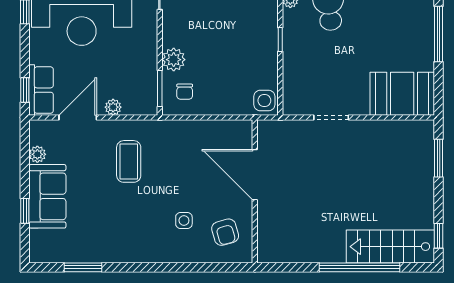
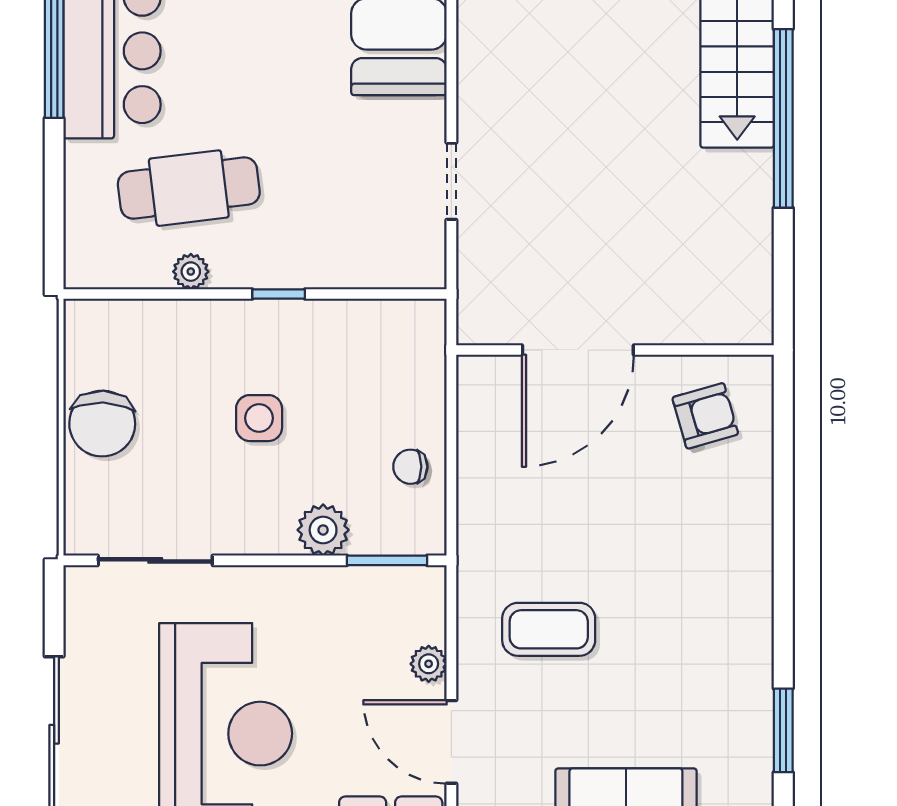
chair: (185, 92) -> (410, 467), moved, turned 180
side table: (264, 101) -> (259, 418), moved
side table: (184, 220) -> (679, 507), removed

